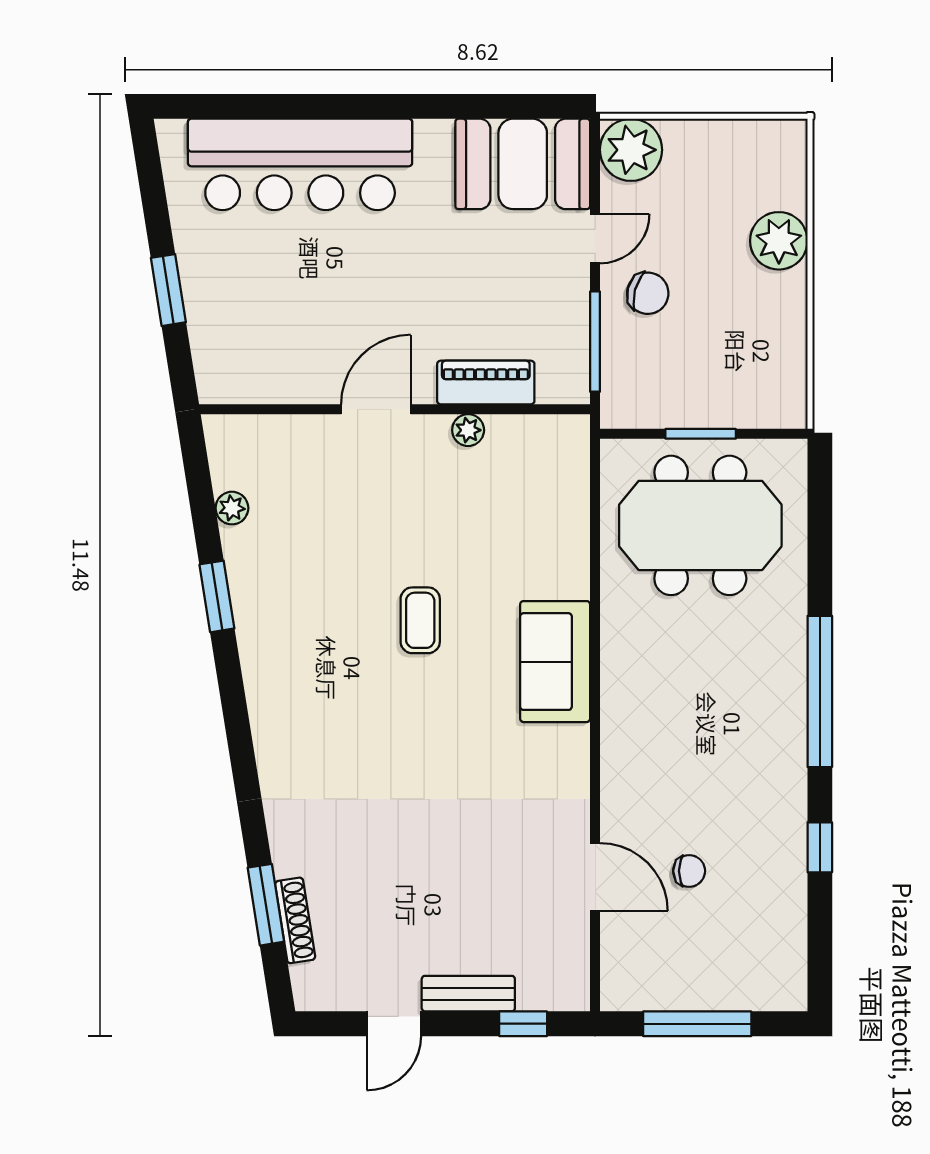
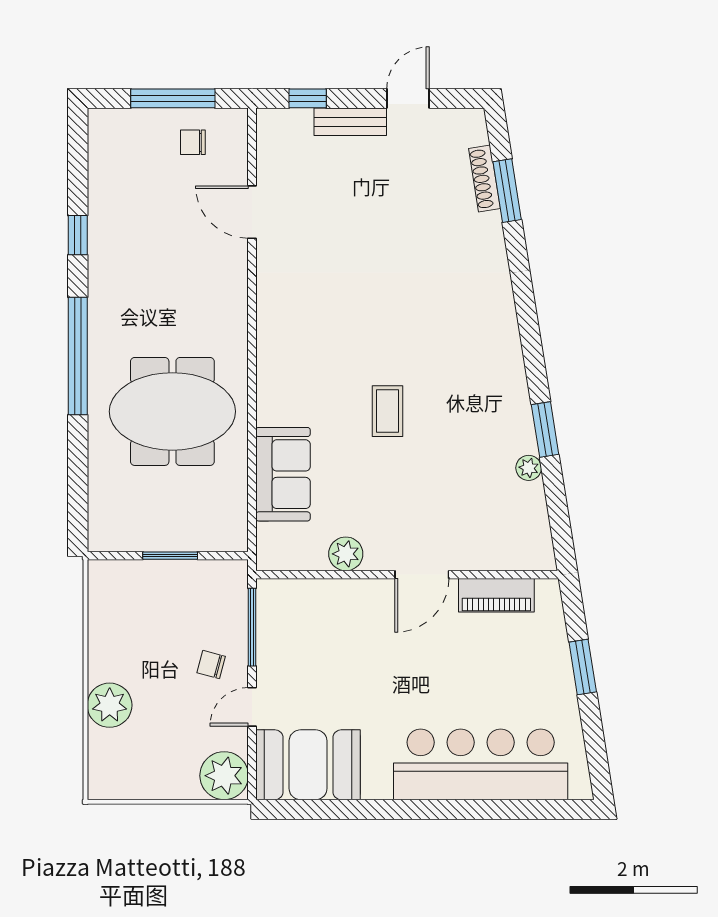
chair: (648, 293) -> (211, 665), width x0.73, depth x0.73
piano: (486, 383) -> (496, 595), moved
plant: (468, 430) -> (346, 554), width x1.38, depth x1.38
plant: (232, 508) -> (529, 468), moved
meeting table: (700, 525) -> (172, 411), moved
sofa: (555, 662) -> (283, 474), moved
chair: (689, 871) -> (193, 142), moved

